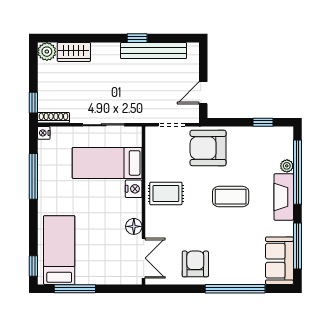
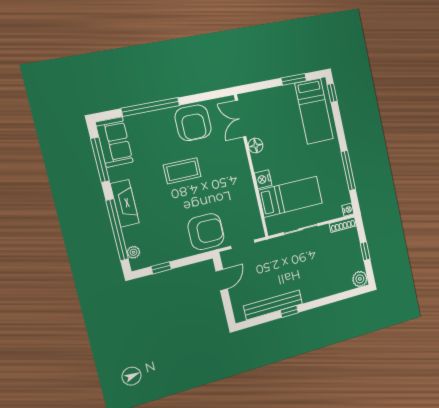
wardrobe: (74, 52) -> (338, 285), removed
window: (33, 103) -> (365, 251), moved
plant: (287, 166) -> (133, 252), moved
rug: (166, 193) -> (234, 182), removed
coffee table: (231, 197) -> (182, 171), moved
armchair: (195, 264) -> (193, 123), width x1.36, depth x1.36
window: (75, 289) -> (294, 79), width x0.69

